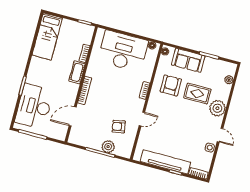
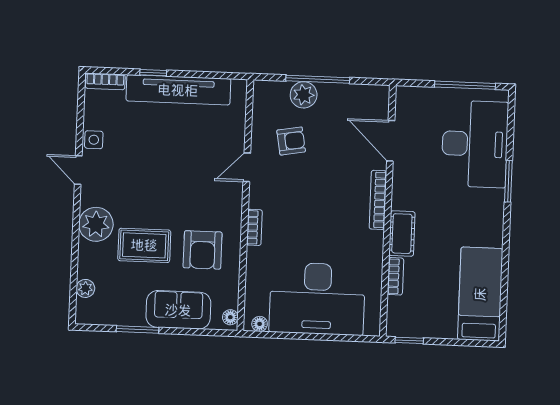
door: (73, 116) -> (391, 141), swing flipped

